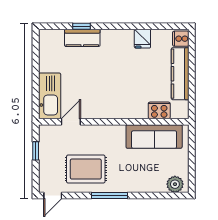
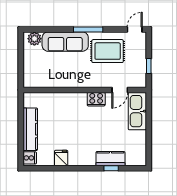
cooker: (159, 110) -> (96, 99), moved
sofa: (154, 136) -> (65, 42), moved, turned 180

